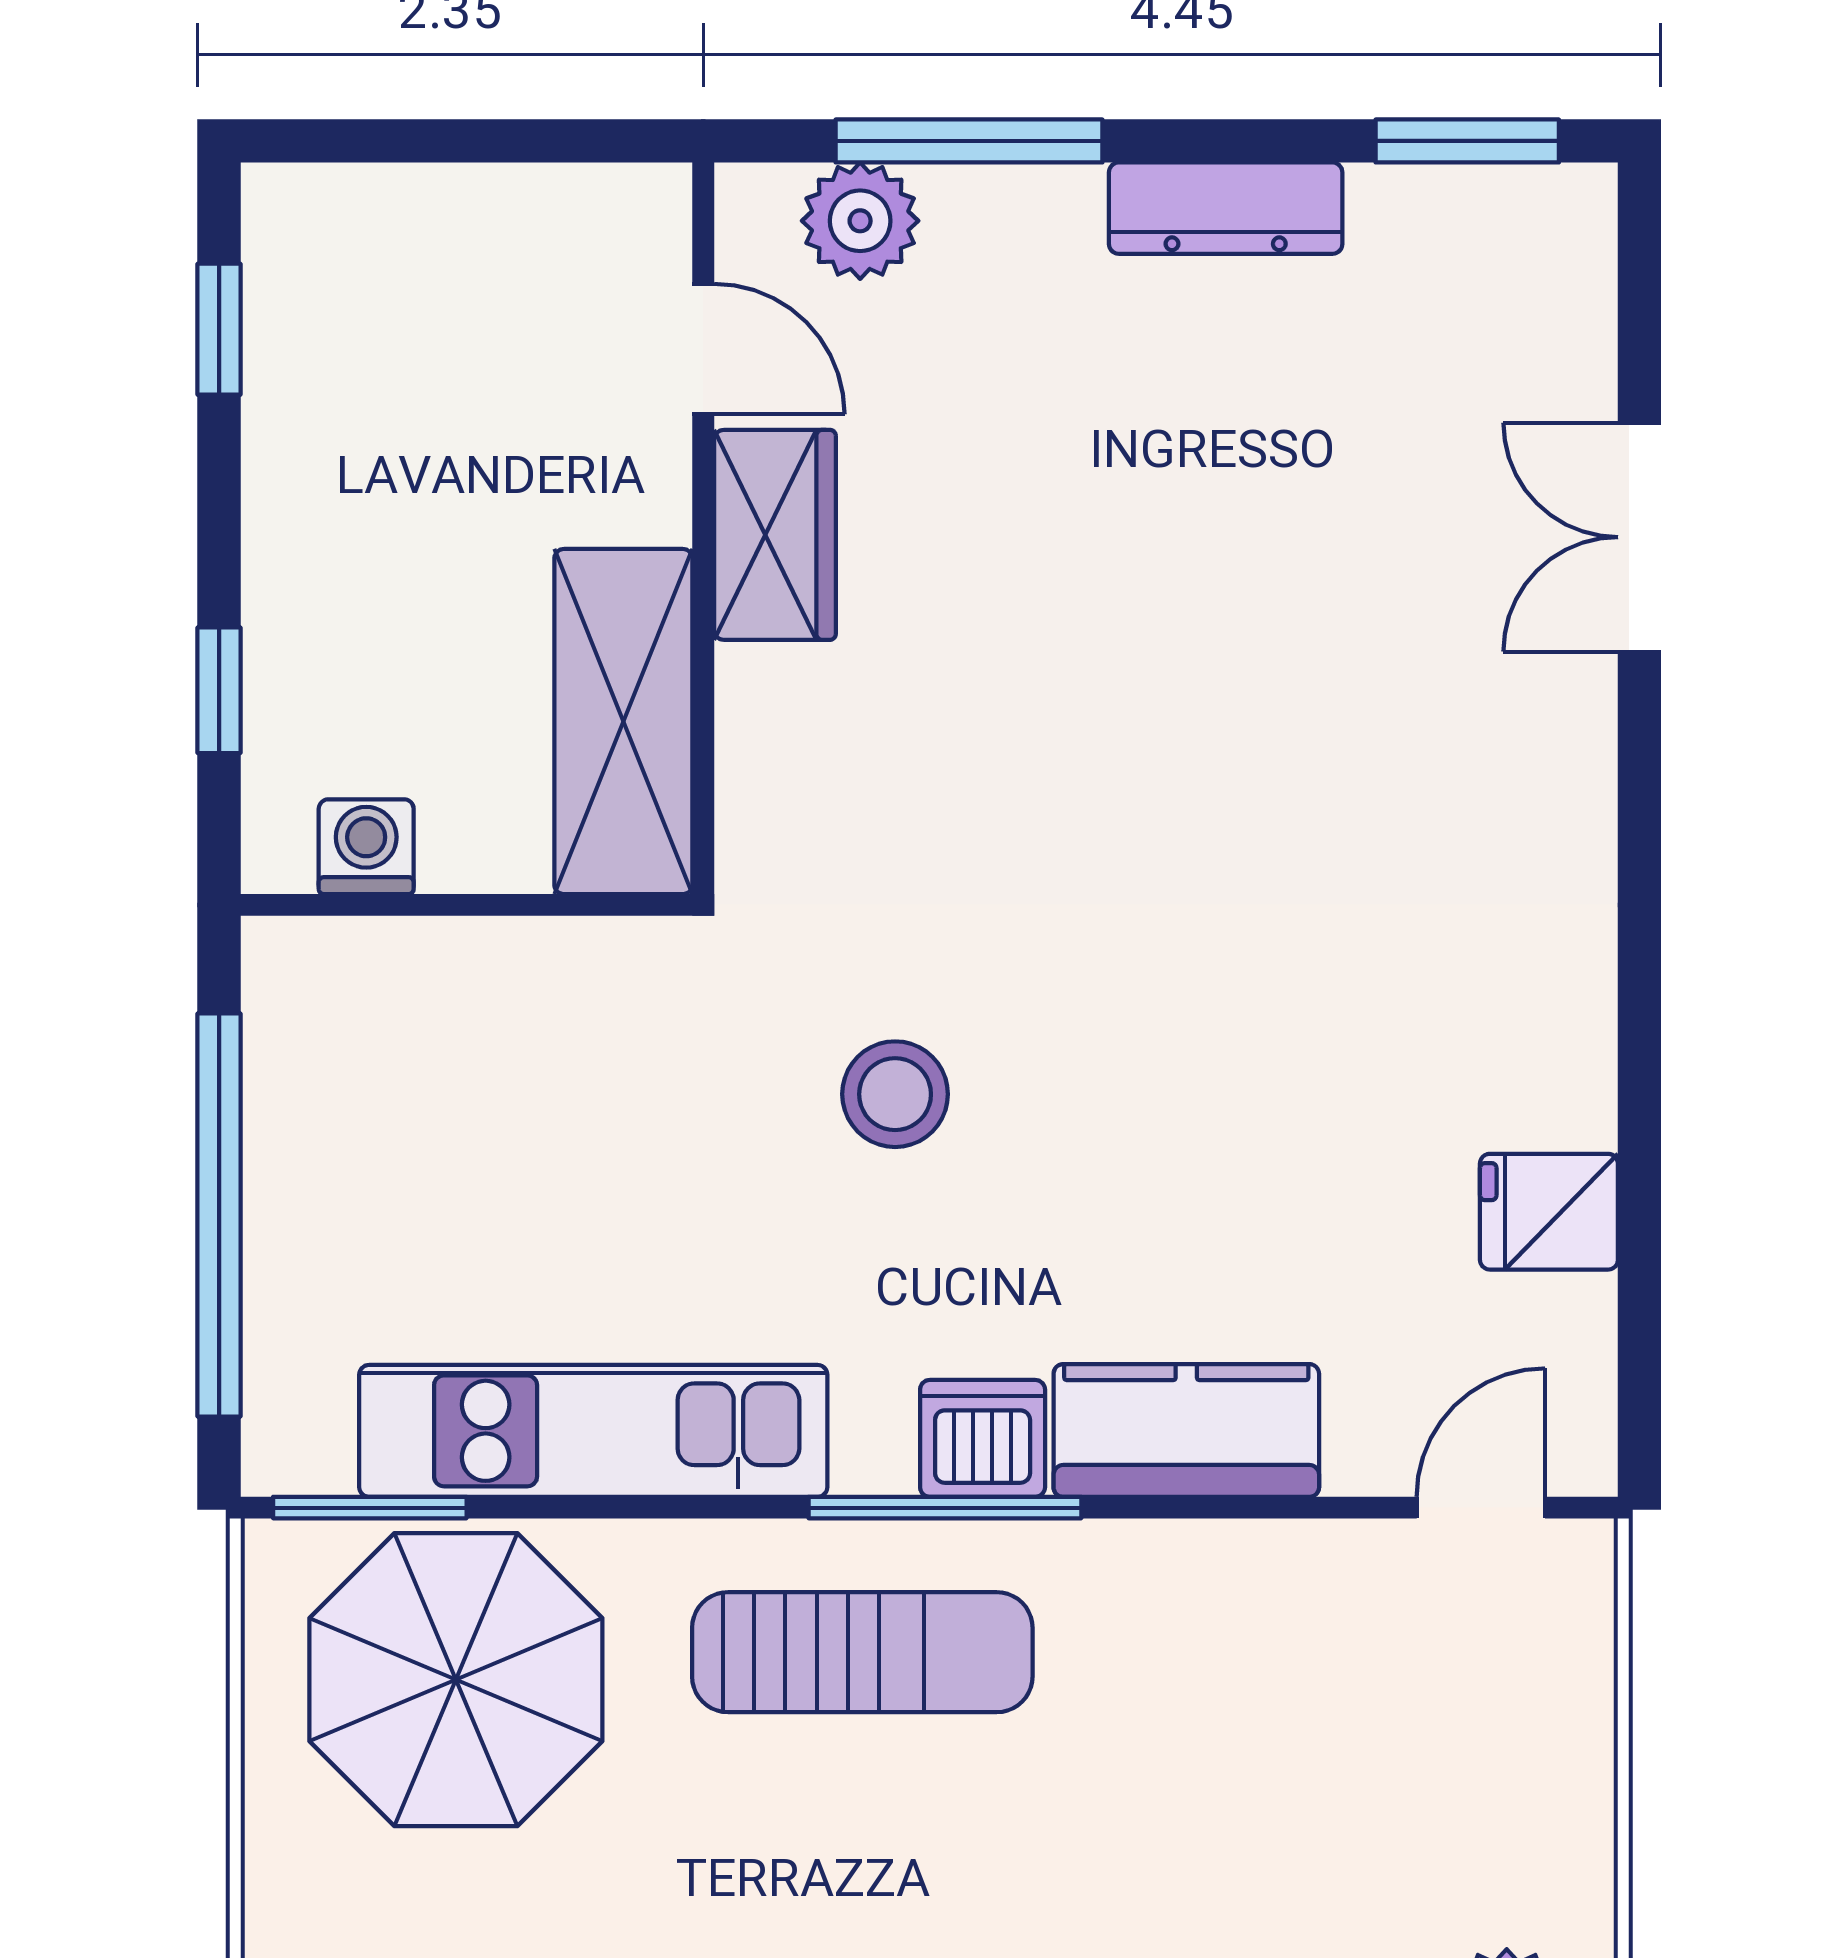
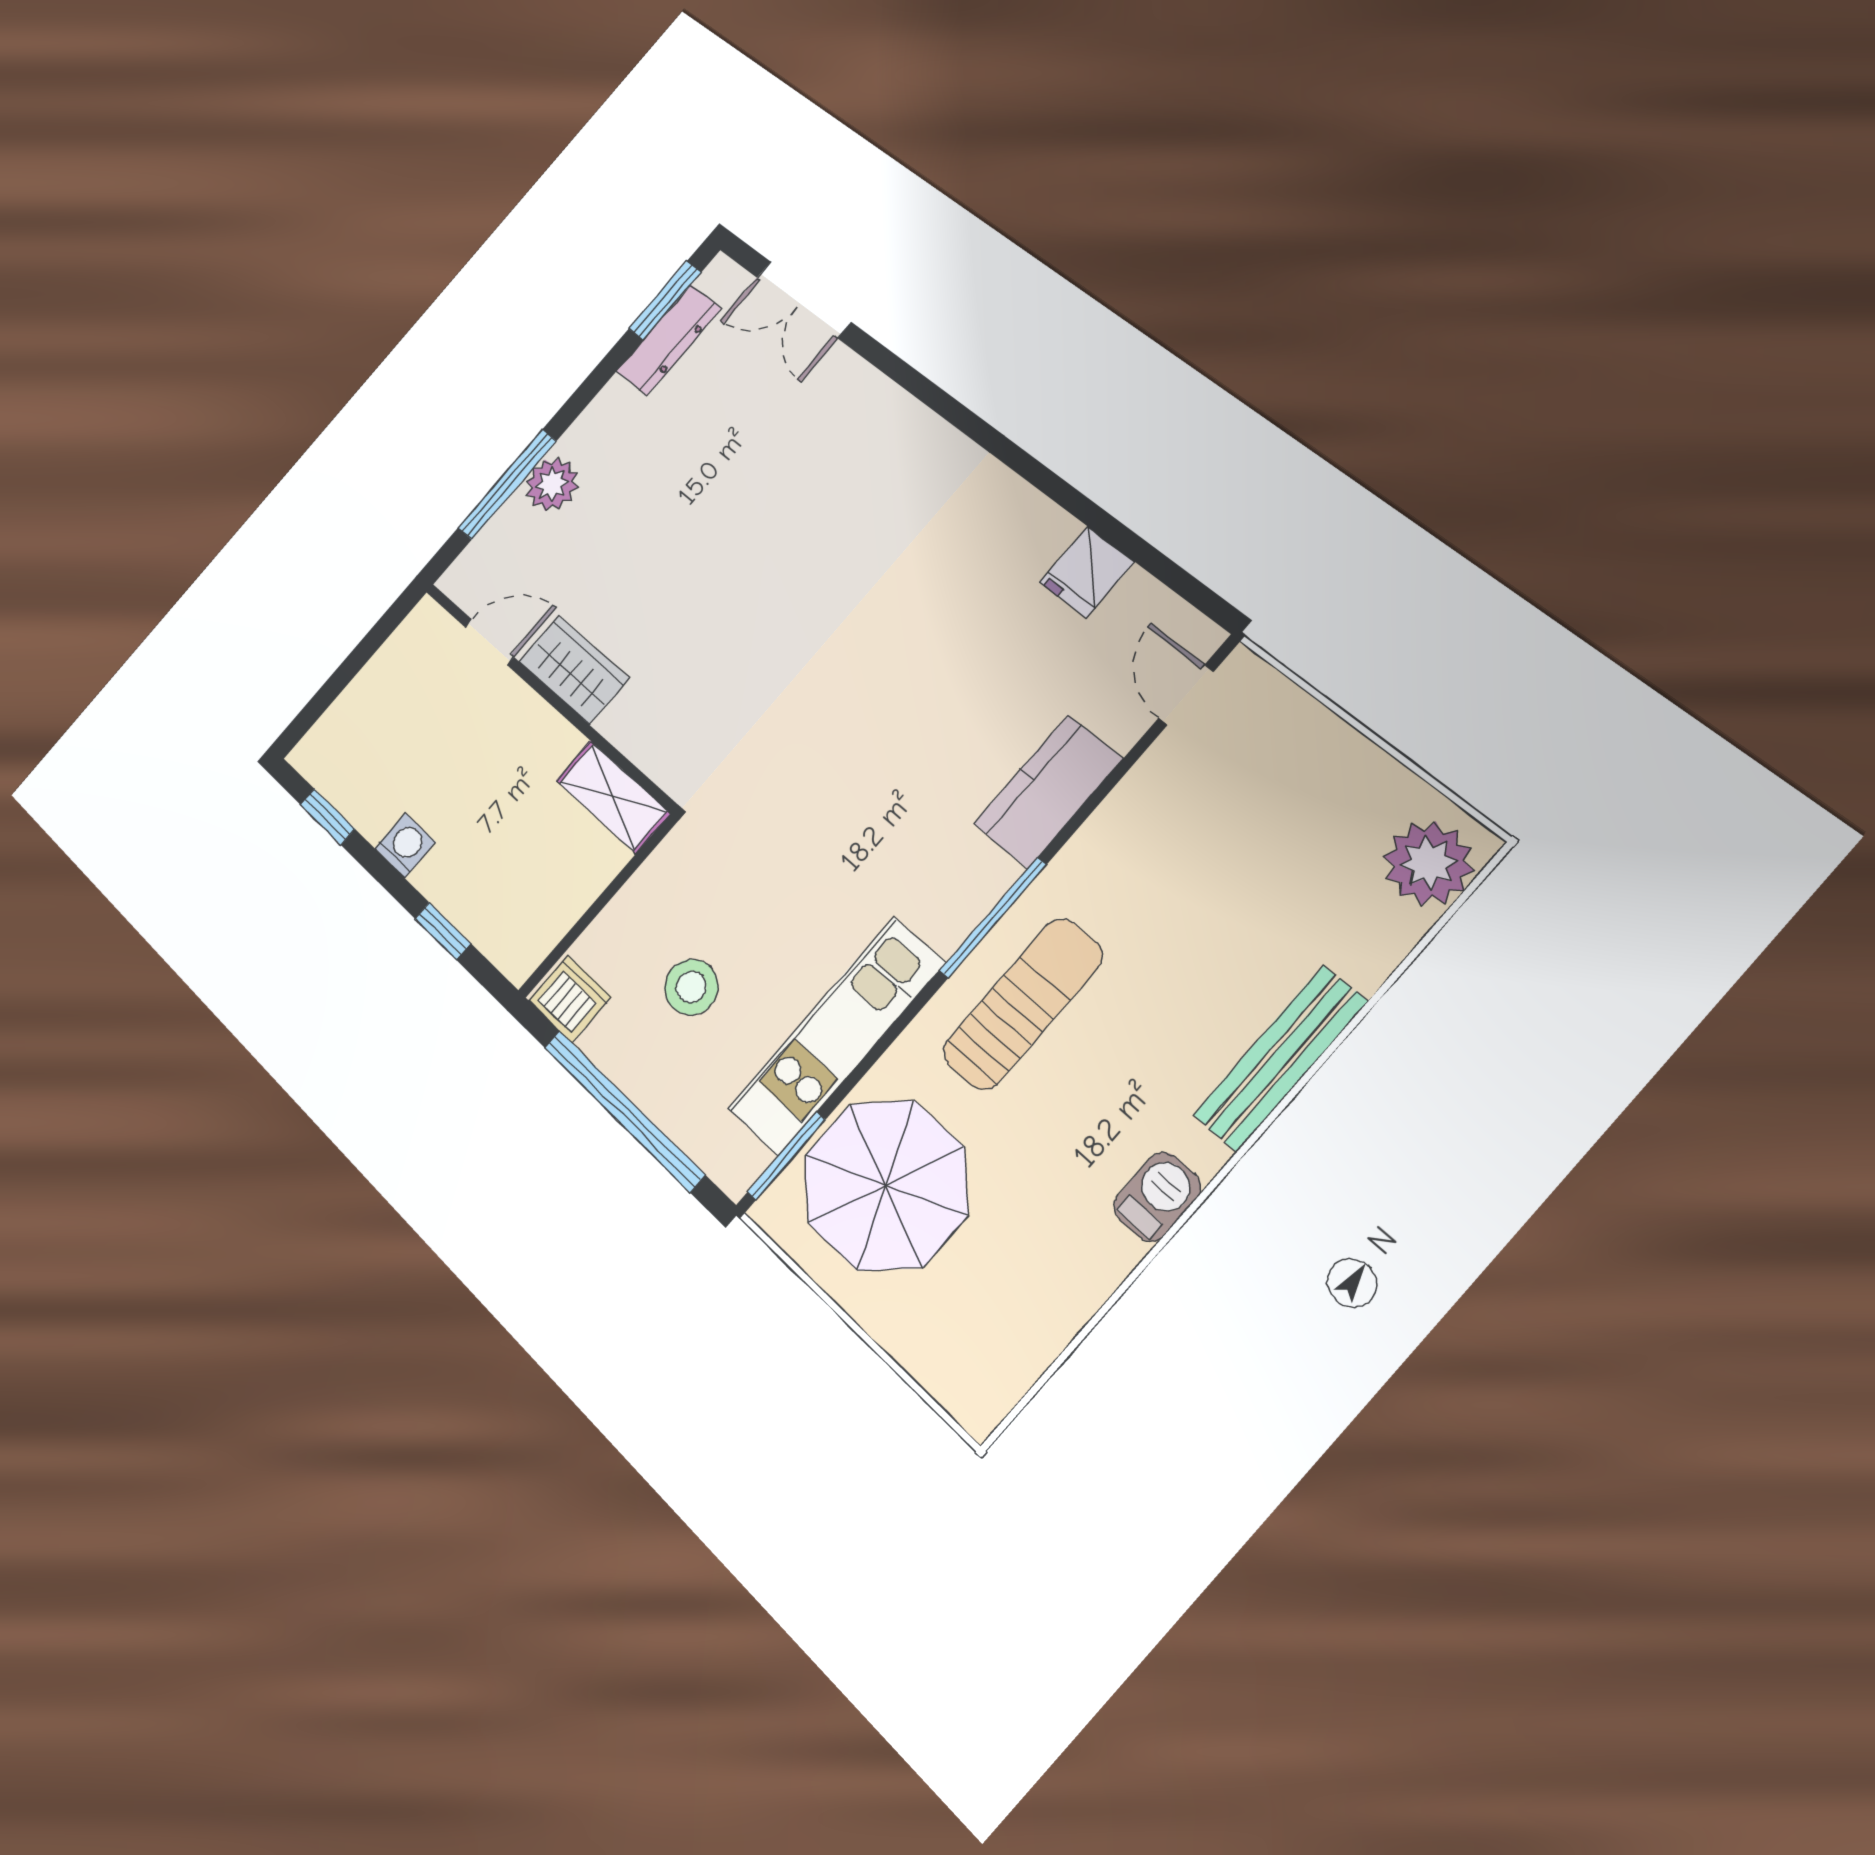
dresser: (1226, 208) -> (669, 340), moved
plant: (860, 221) -> (552, 484), moved
double door: (1639, 537) -> (804, 300), moved
shelving: (623, 722) -> (613, 797), width x0.67, depth x0.75
washing machine: (366, 847) -> (405, 845), moved, turned 90
stool: (895, 1094) -> (691, 987), moved
dishwasher: (983, 1438) -> (570, 999), moved, turned 90

